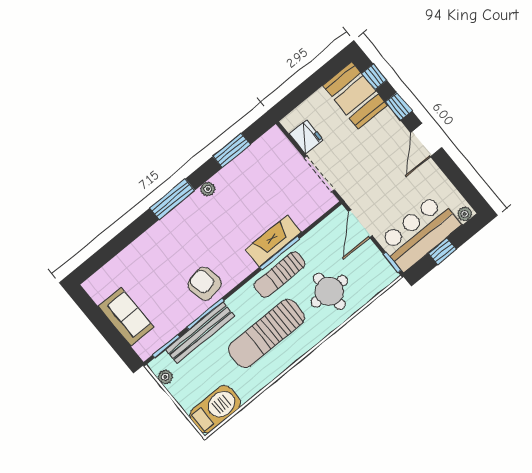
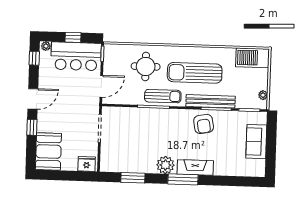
window: (374, 77) -> (34, 58), moved
fridge: (306, 137) -> (87, 164), moved, turned 90
plant: (208, 189) -> (165, 165), width x1.88, depth x1.88
fireplace: (273, 241) -> (195, 167), moved, turned 180
bench: (200, 333) -> (211, 101), moved
sun lounger: (266, 334) -> (195, 73), turned 180

